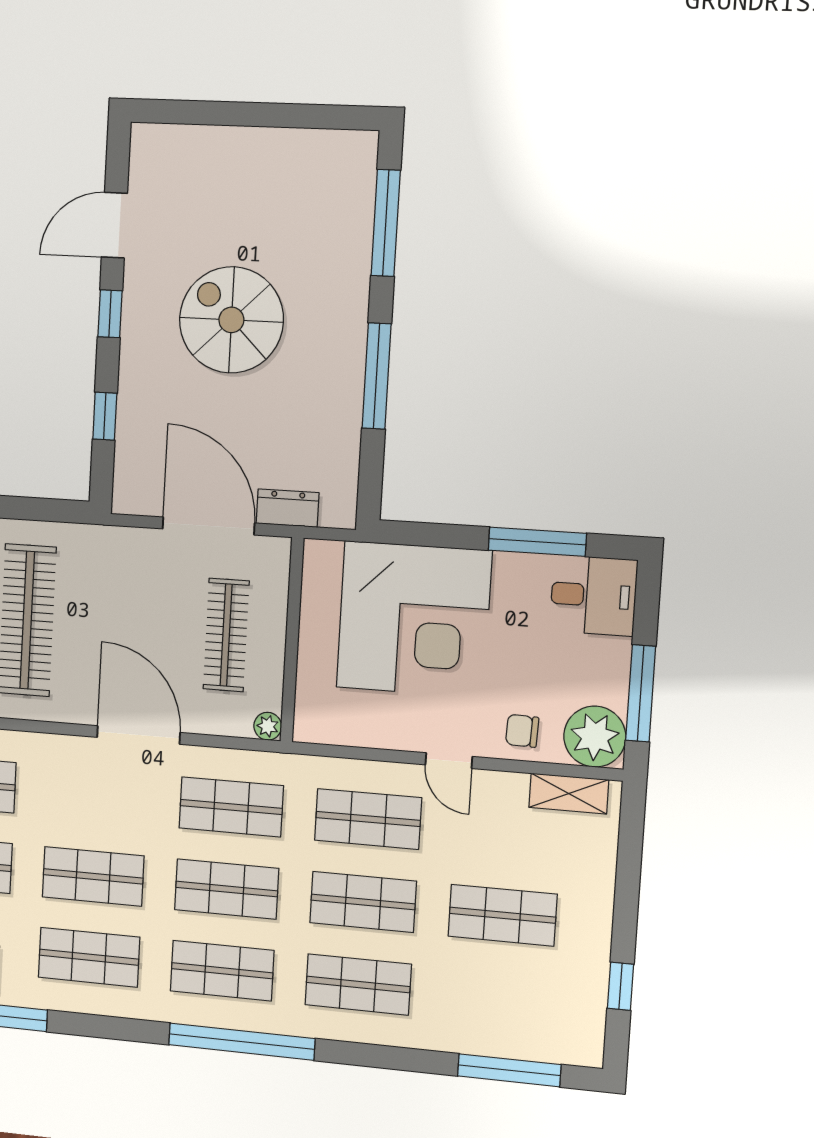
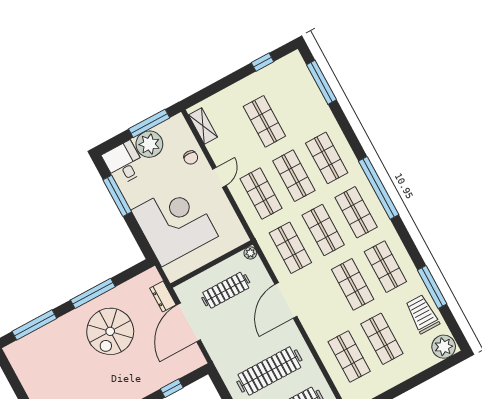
spiral stairs: (231, 320) -> (110, 331), moved
plant: (595, 737) -> (149, 144), moved

